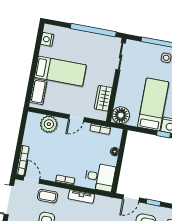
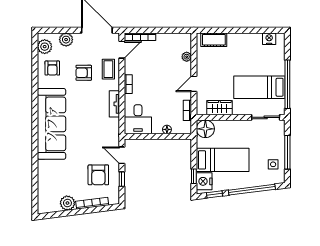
bed: (60, 71) -> (259, 87), moved, turned 90
door: (76, 118) -> (194, 84), hinge flipped
plant: (49, 124) -> (187, 57), width x0.53, depth x0.53

